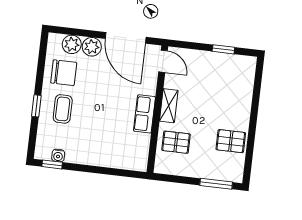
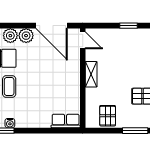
row of seats: (144, 114) -> (66, 121), moved, turned 90
pallet: (176, 142) -> (108, 116), moved, turned 90

